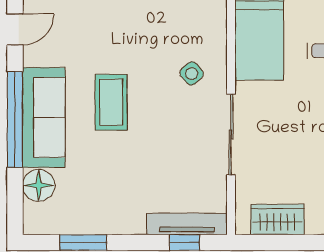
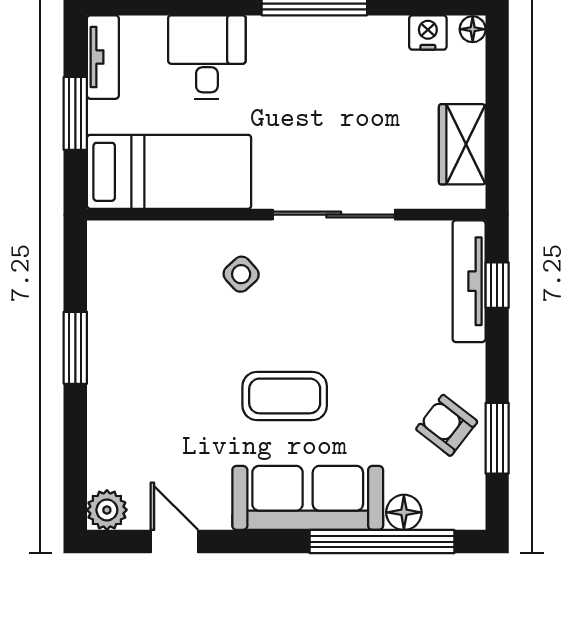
window: (15, 120) -> (382, 542), moved
floor lamp: (39, 185) -> (404, 512), width x0.73, depth x0.73
armchair: (92, 209) -> (447, 425), added

